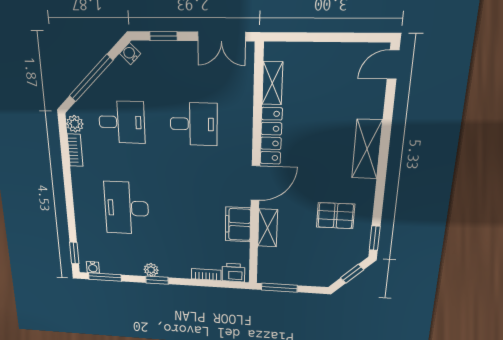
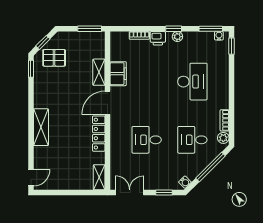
shelving: (272, 83) -> (99, 177), moved
pallet: (336, 216) -> (54, 58), moved
printer: (233, 272) -> (158, 38), moved

